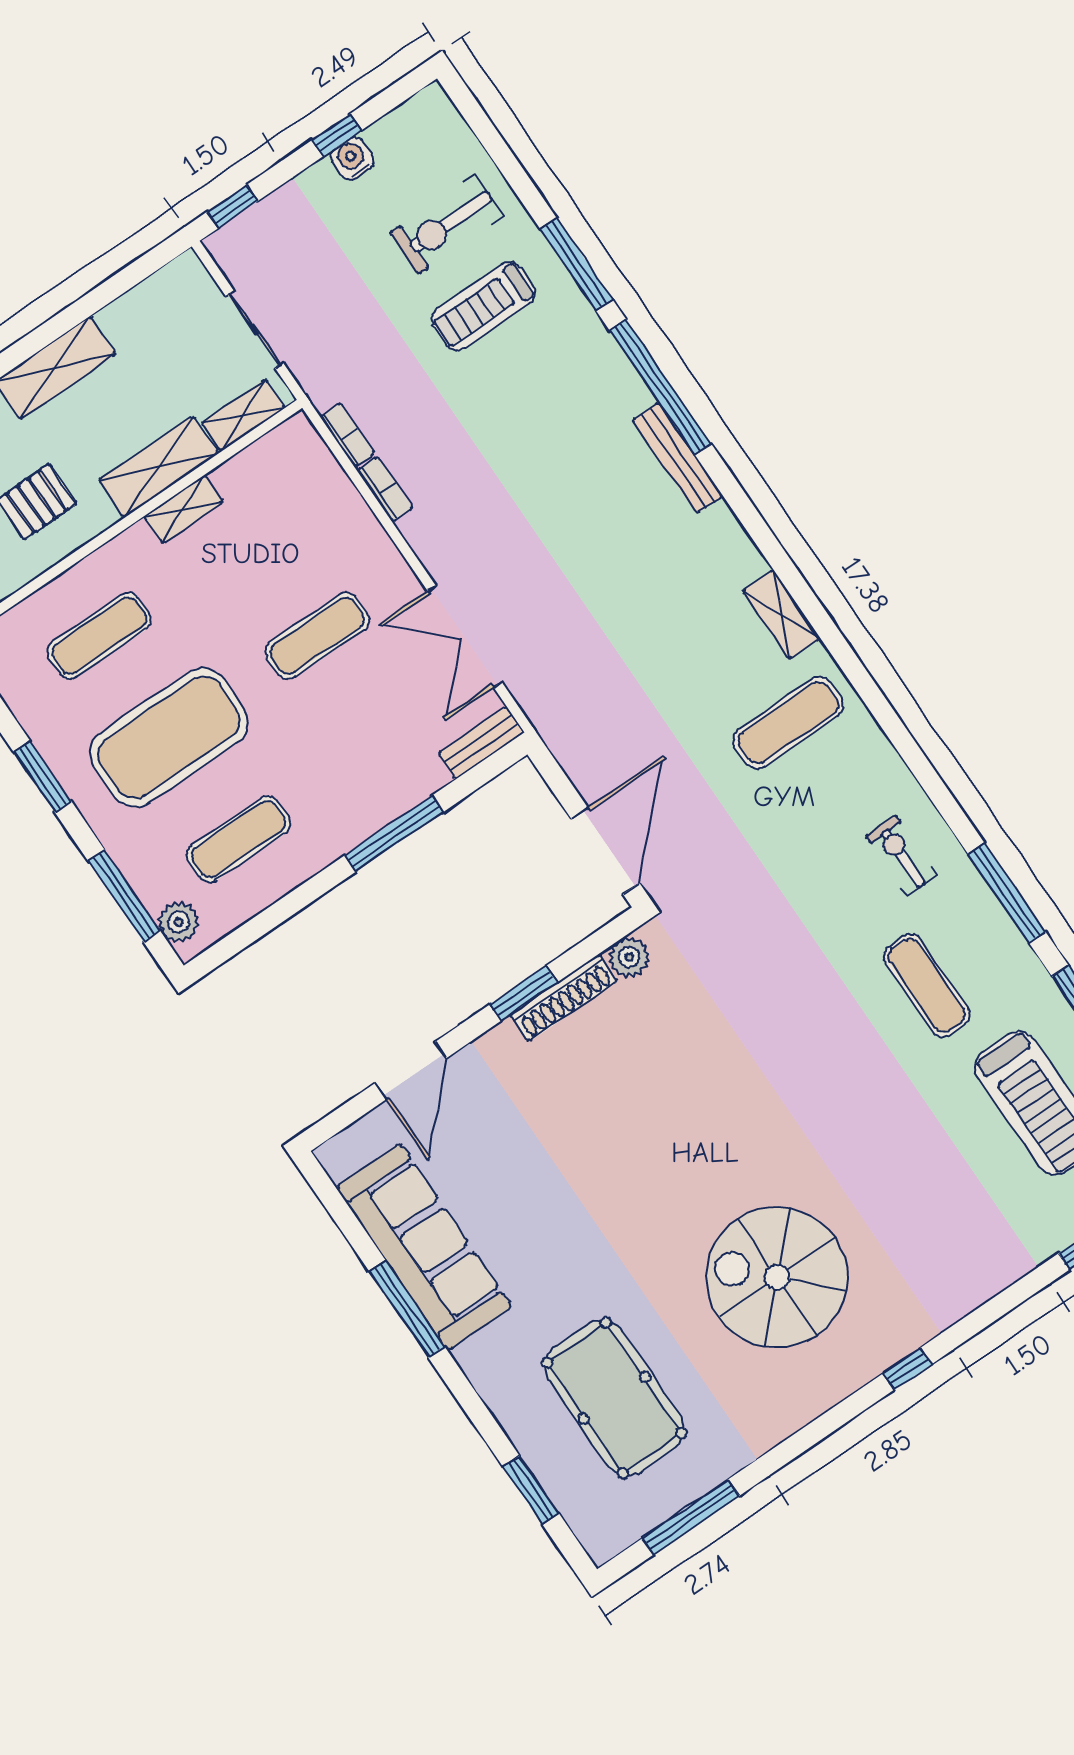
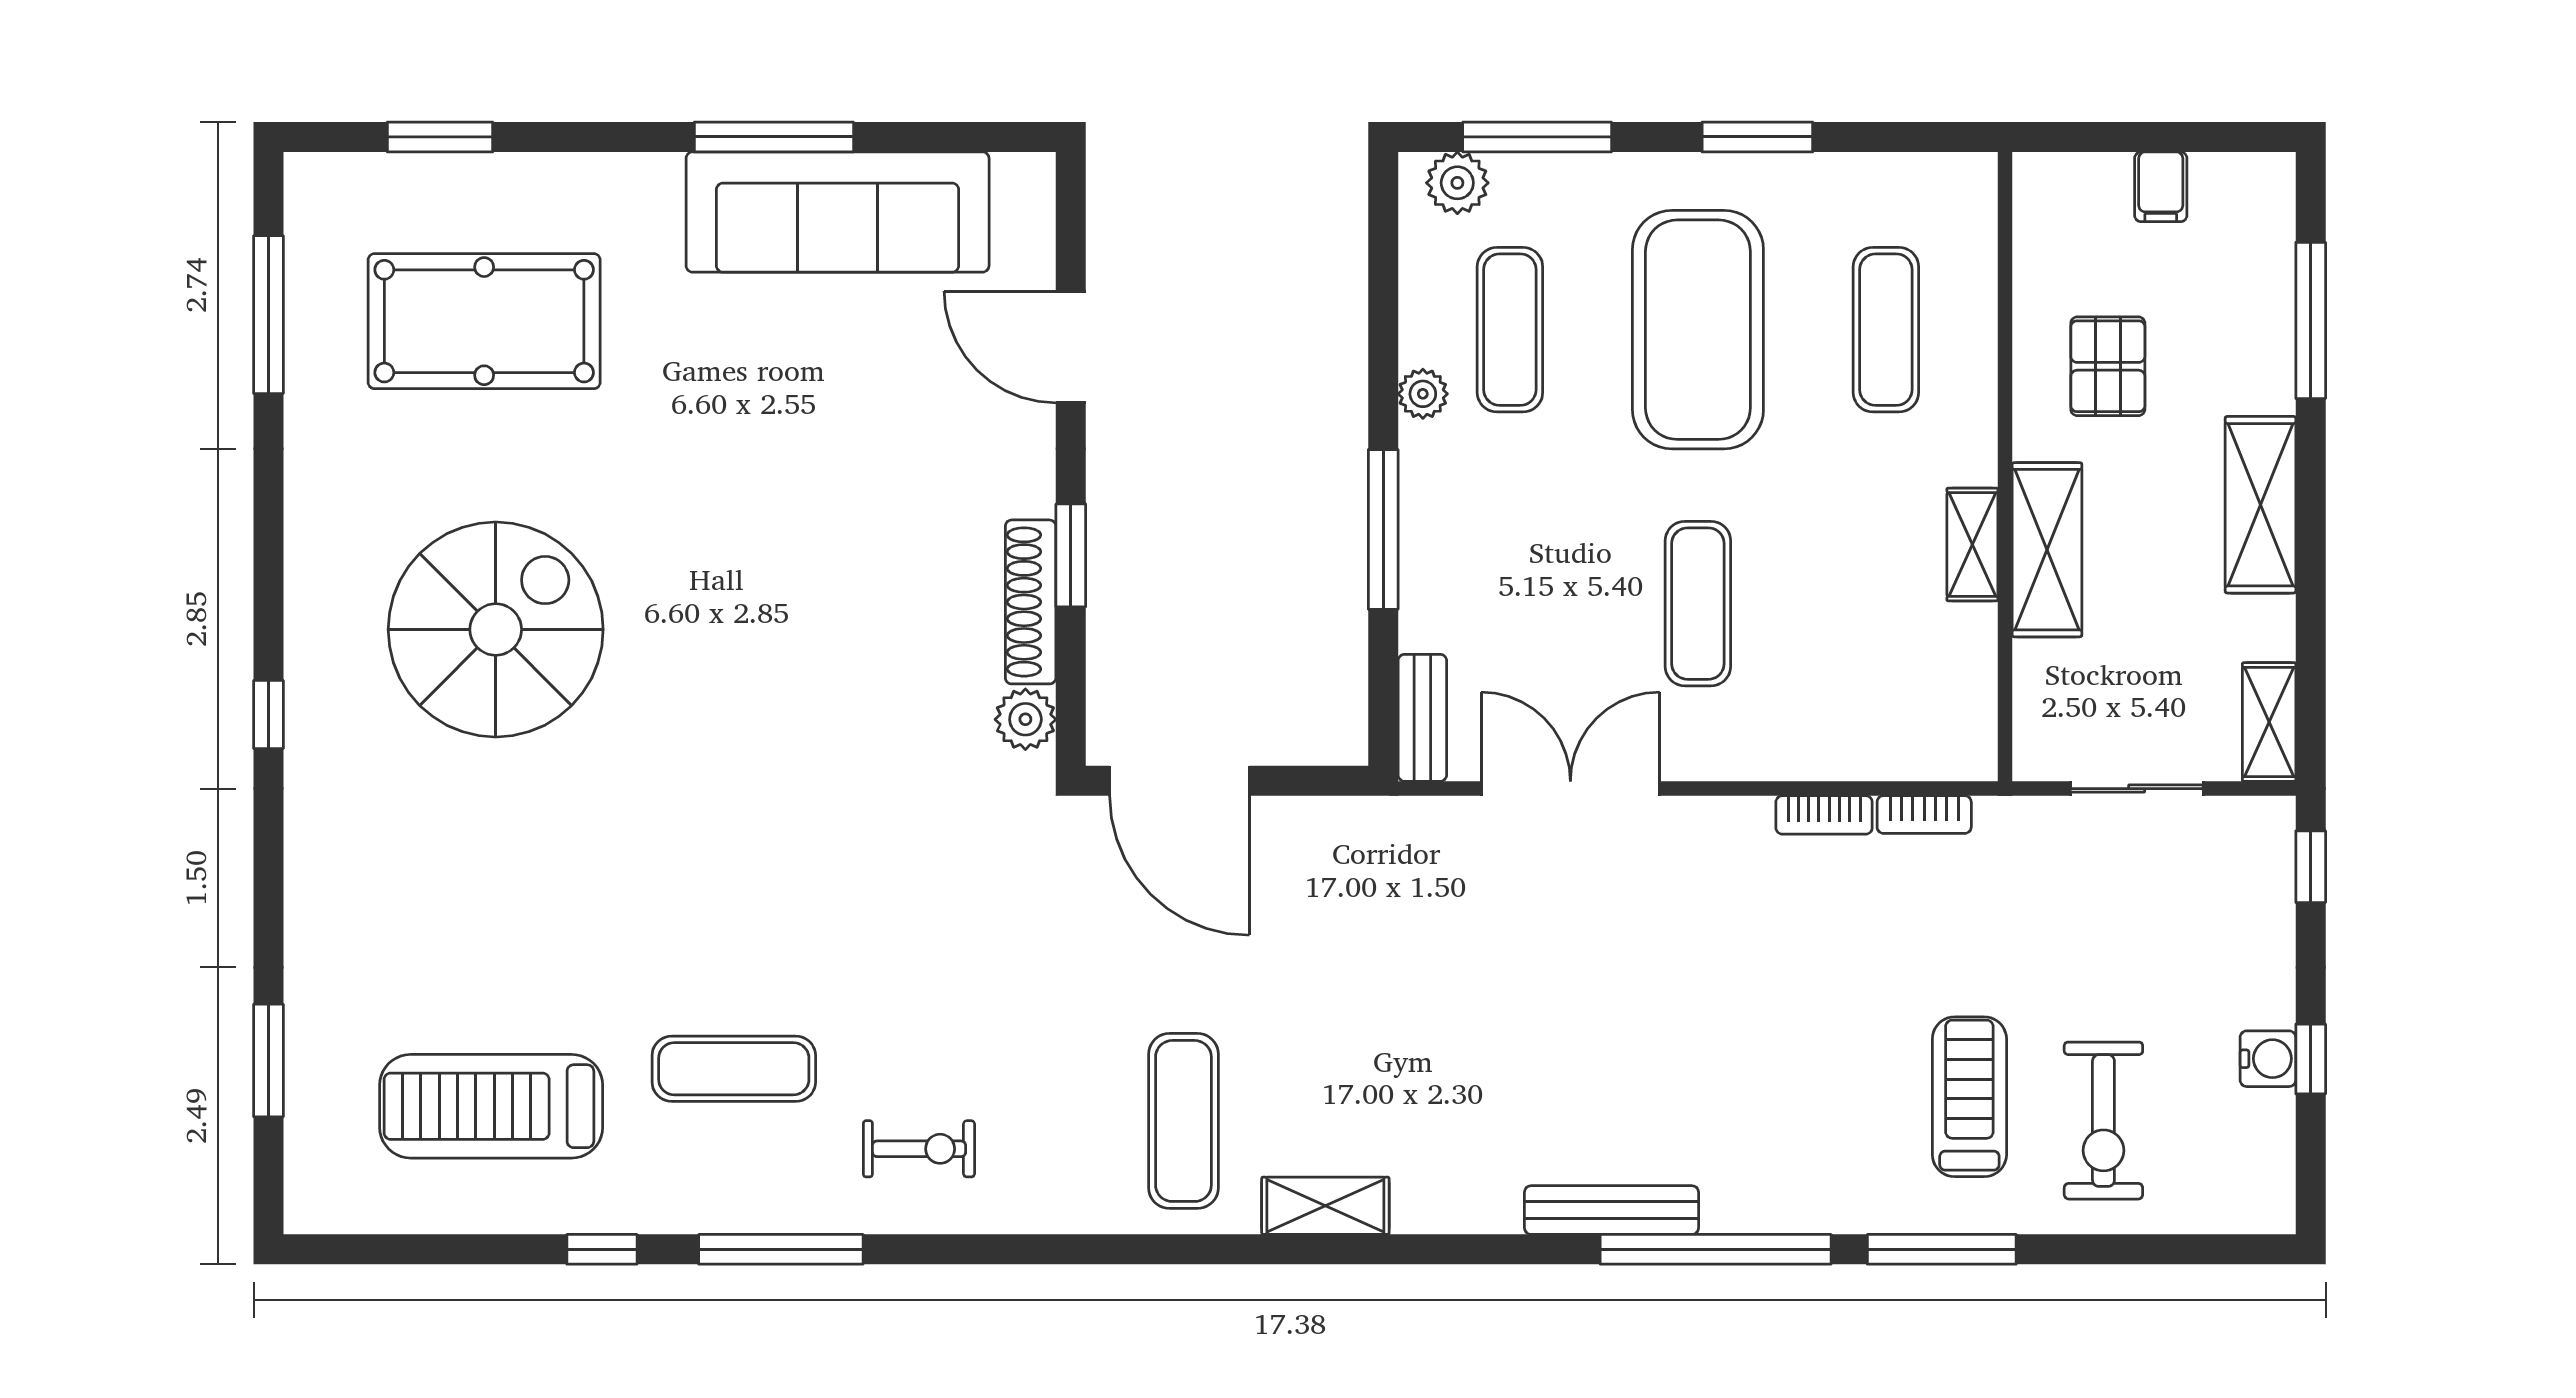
exercise bike: (447, 225) -> (2103, 1121), turned 180
shelving: (244, 415) -> (2269, 722), moved
plant: (306, 863) -> (1423, 394), added

